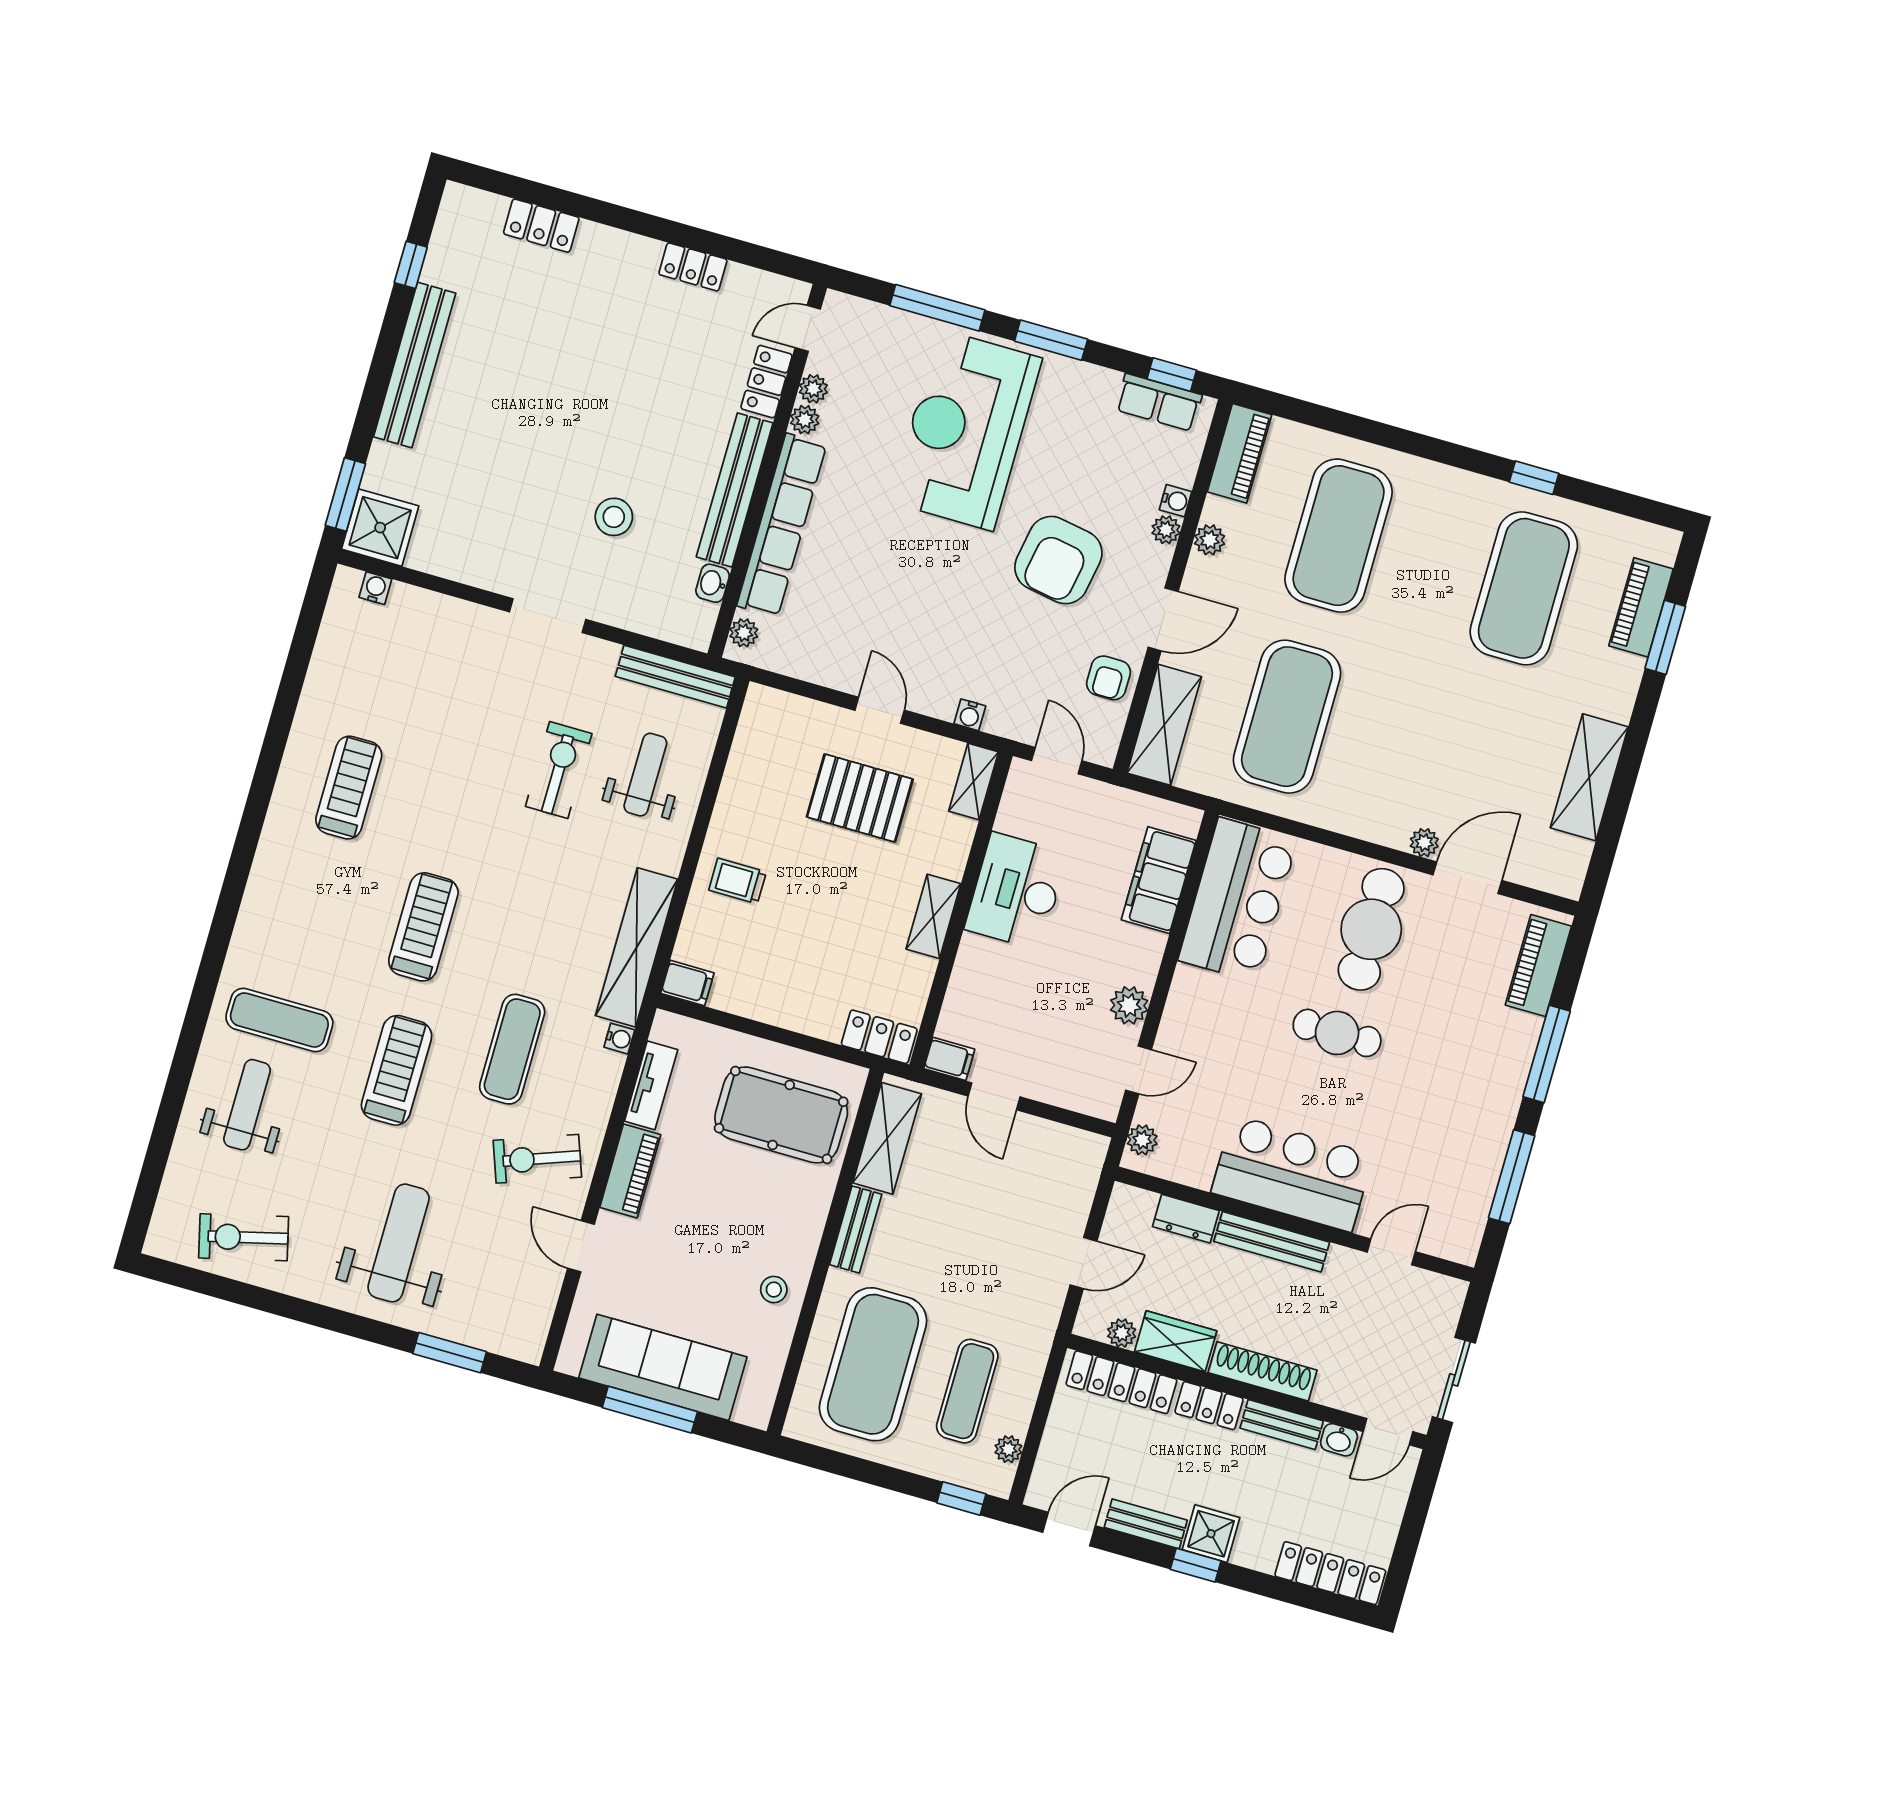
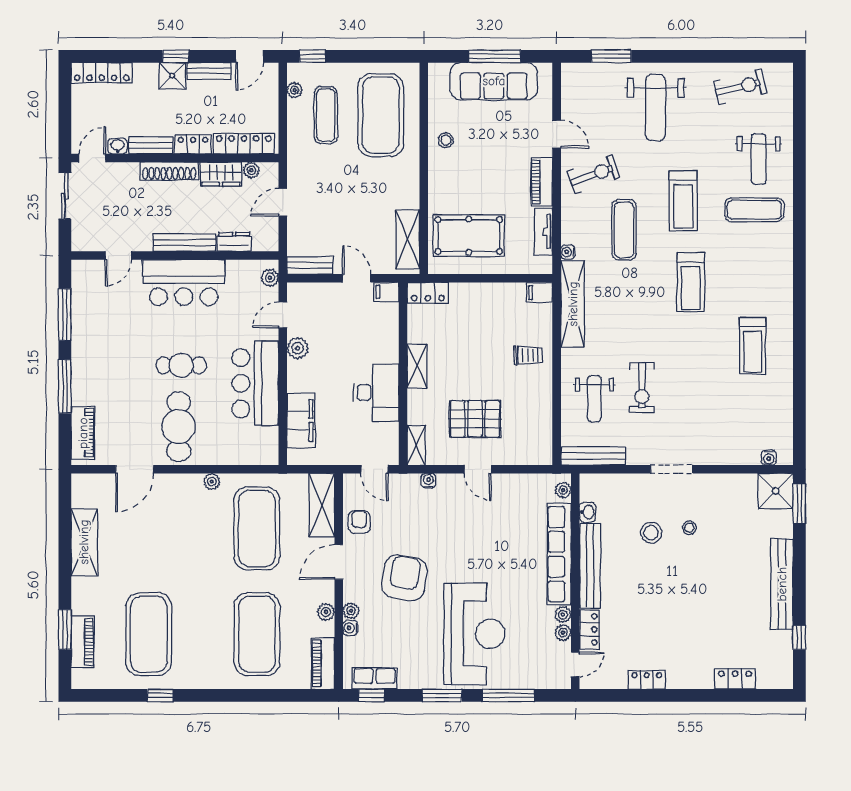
stool: (546, 507) -> (689, 528), added
plant: (1424, 843) -> (212, 482), moved
bar counter: (1238, 900) -> (255, 383), moved
bench: (856, 1229) -> (310, 265), moved, turned 90

